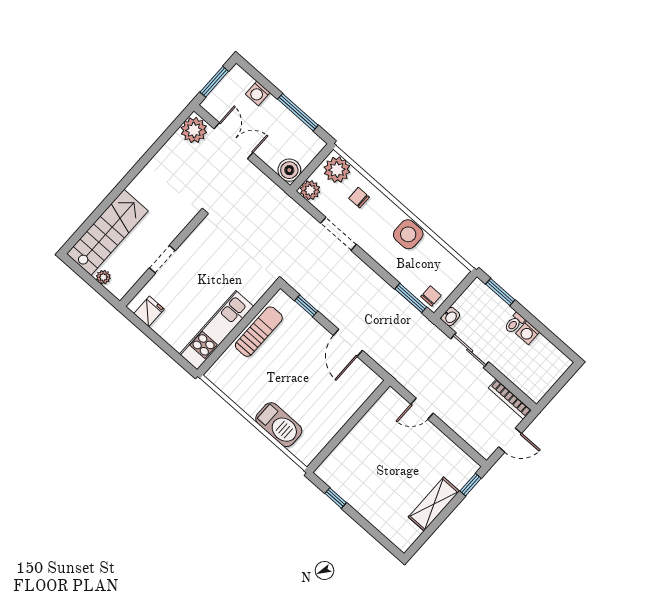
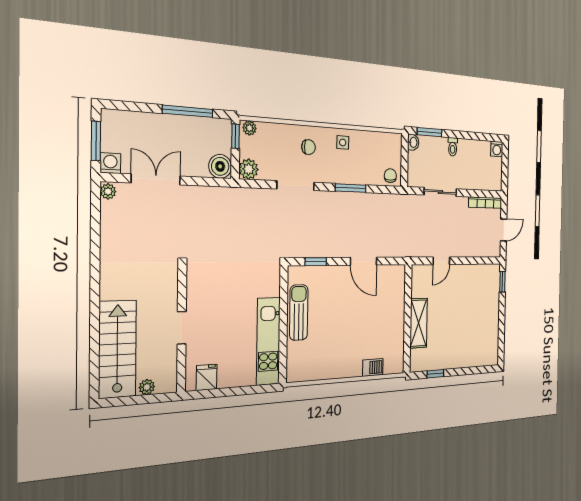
washing machine: (258, 93) -> (110, 163), moved, turned 180
plant: (194, 130) -> (108, 191), width x0.53, depth x0.53
window: (320, 158) -> (235, 136), added
plant: (337, 170) -> (249, 128), width x0.53, depth x0.53
chair: (359, 198) -> (309, 147), moved, turned 180
side table: (408, 234) -> (343, 142), width x0.54, depth x0.54
window: (411, 298) -> (351, 188), moved
washbasin: (450, 317) -> (413, 142), moved
washing machine: (528, 333) -> (497, 149), moved
barbecue: (279, 425) -> (373, 367), width x0.53, depth x0.65
shelving: (434, 504) -> (419, 323), moved

